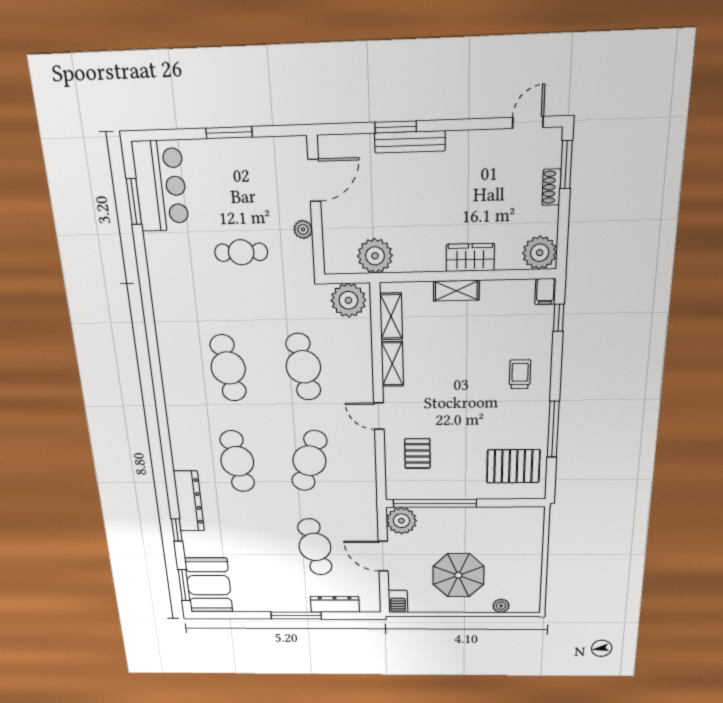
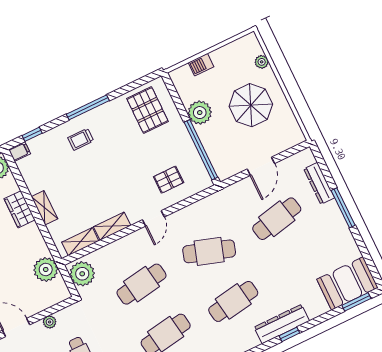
window: (553, 429) -> (88, 107), moved
plant: (401, 521) -> (200, 113), moved
window: (177, 530) -> (289, 334), moved
barbecue: (398, 601) -> (201, 65), moved, turned 180

